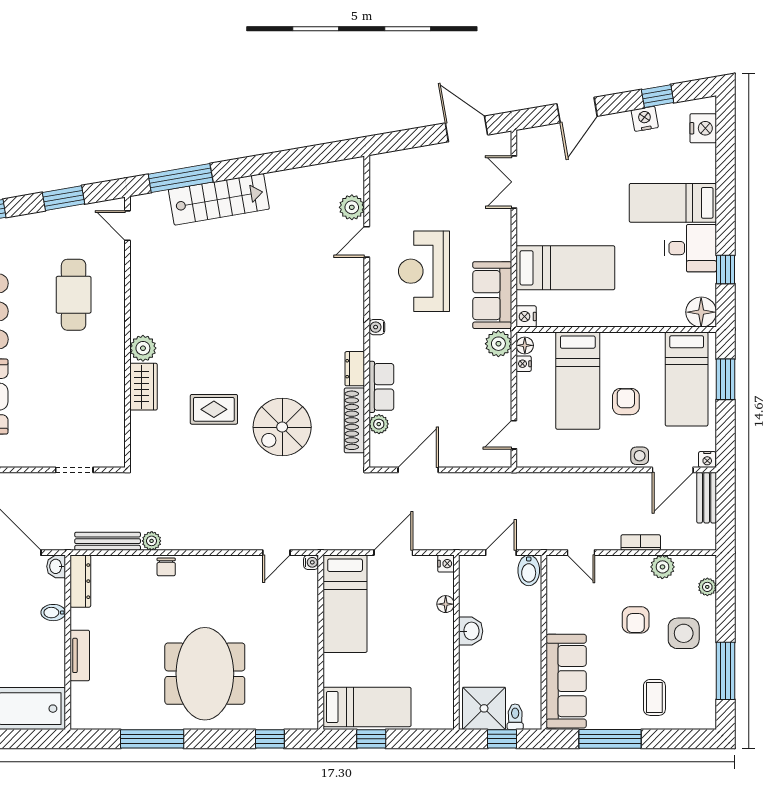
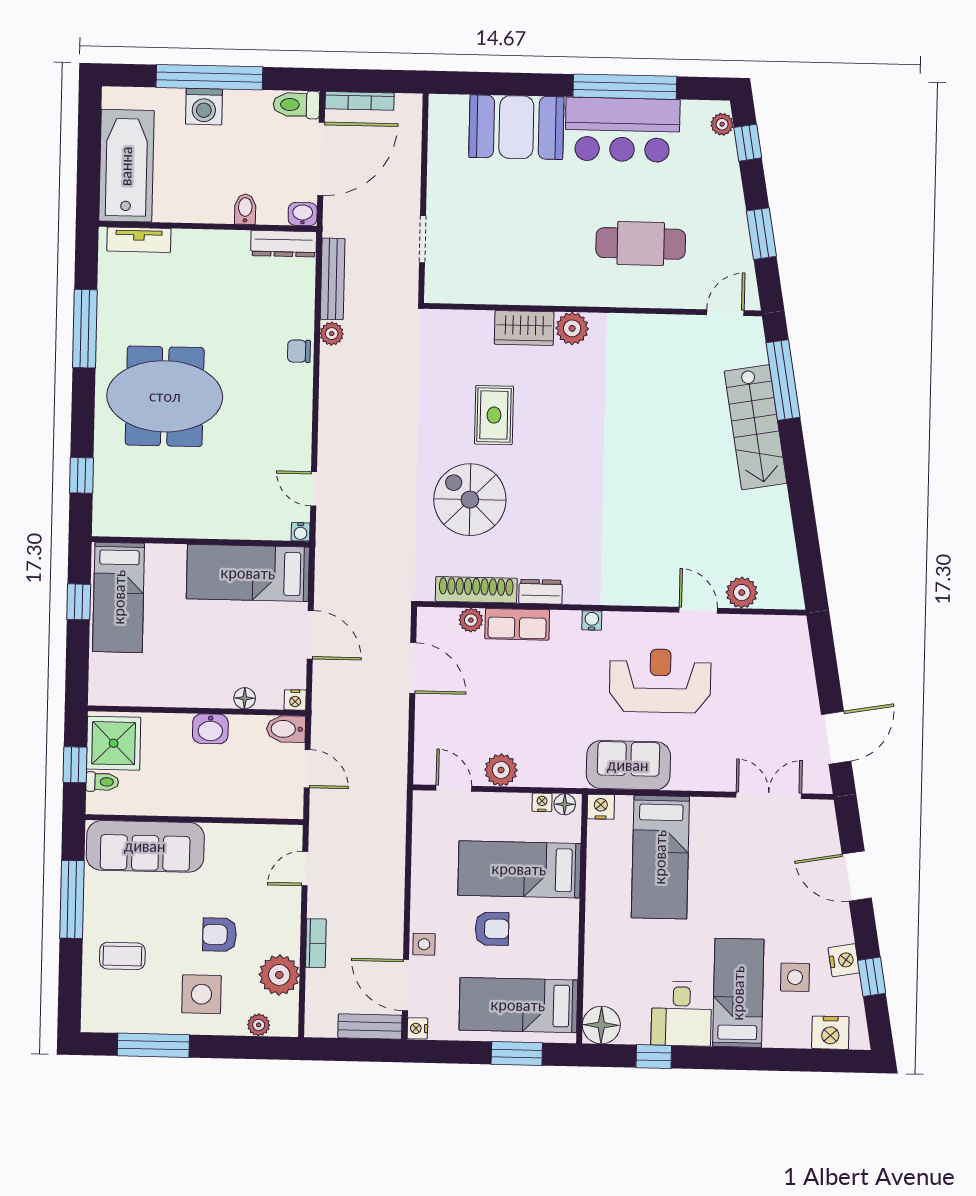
side table: (659, 158) -> (795, 977), added
plant: (498, 344) -> (501, 770), moved
plant: (662, 567) -> (279, 975), width x1.36, depth x1.36
bidet: (529, 570) -> (286, 729), moved
tv unit: (80, 655) -> (139, 240), moved

